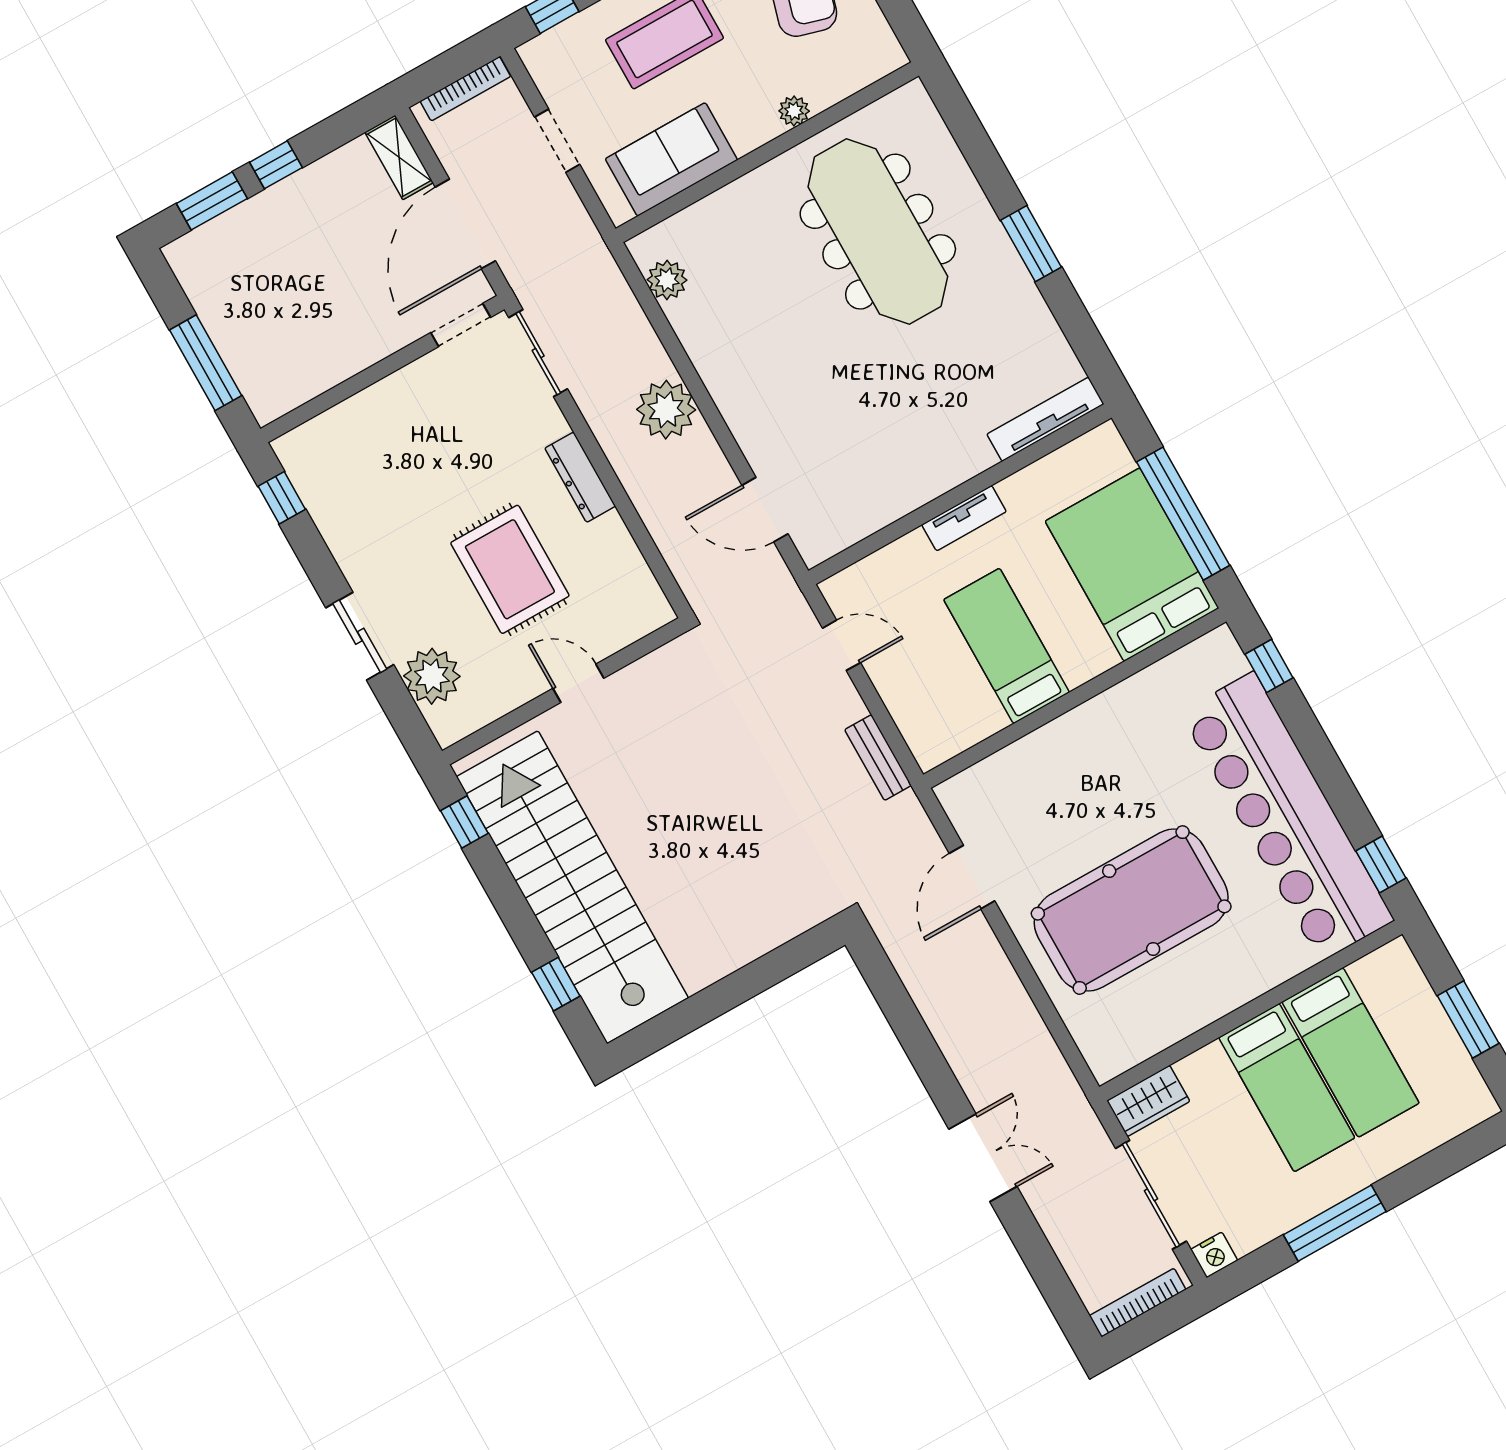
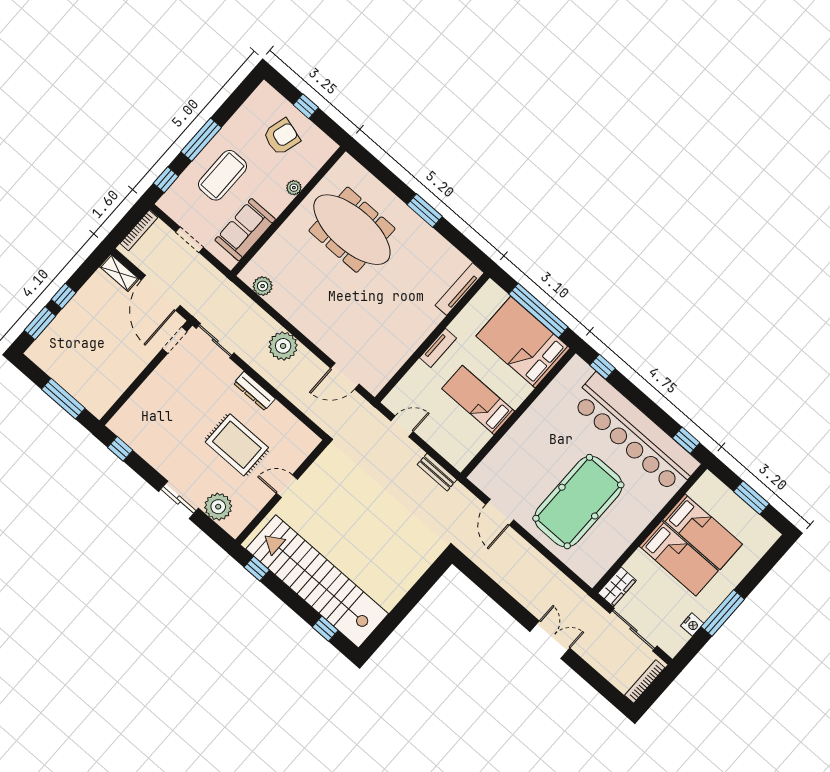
nightstand: (1214, 1255) -> (692, 625), moved

